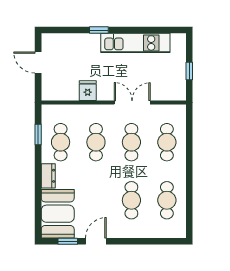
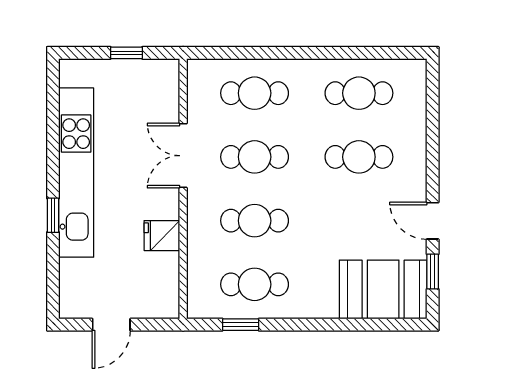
kitchen unit: (135, 43) -> (76, 173), width x1.36
dresser: (48, 176) -> (315, 307), removed

